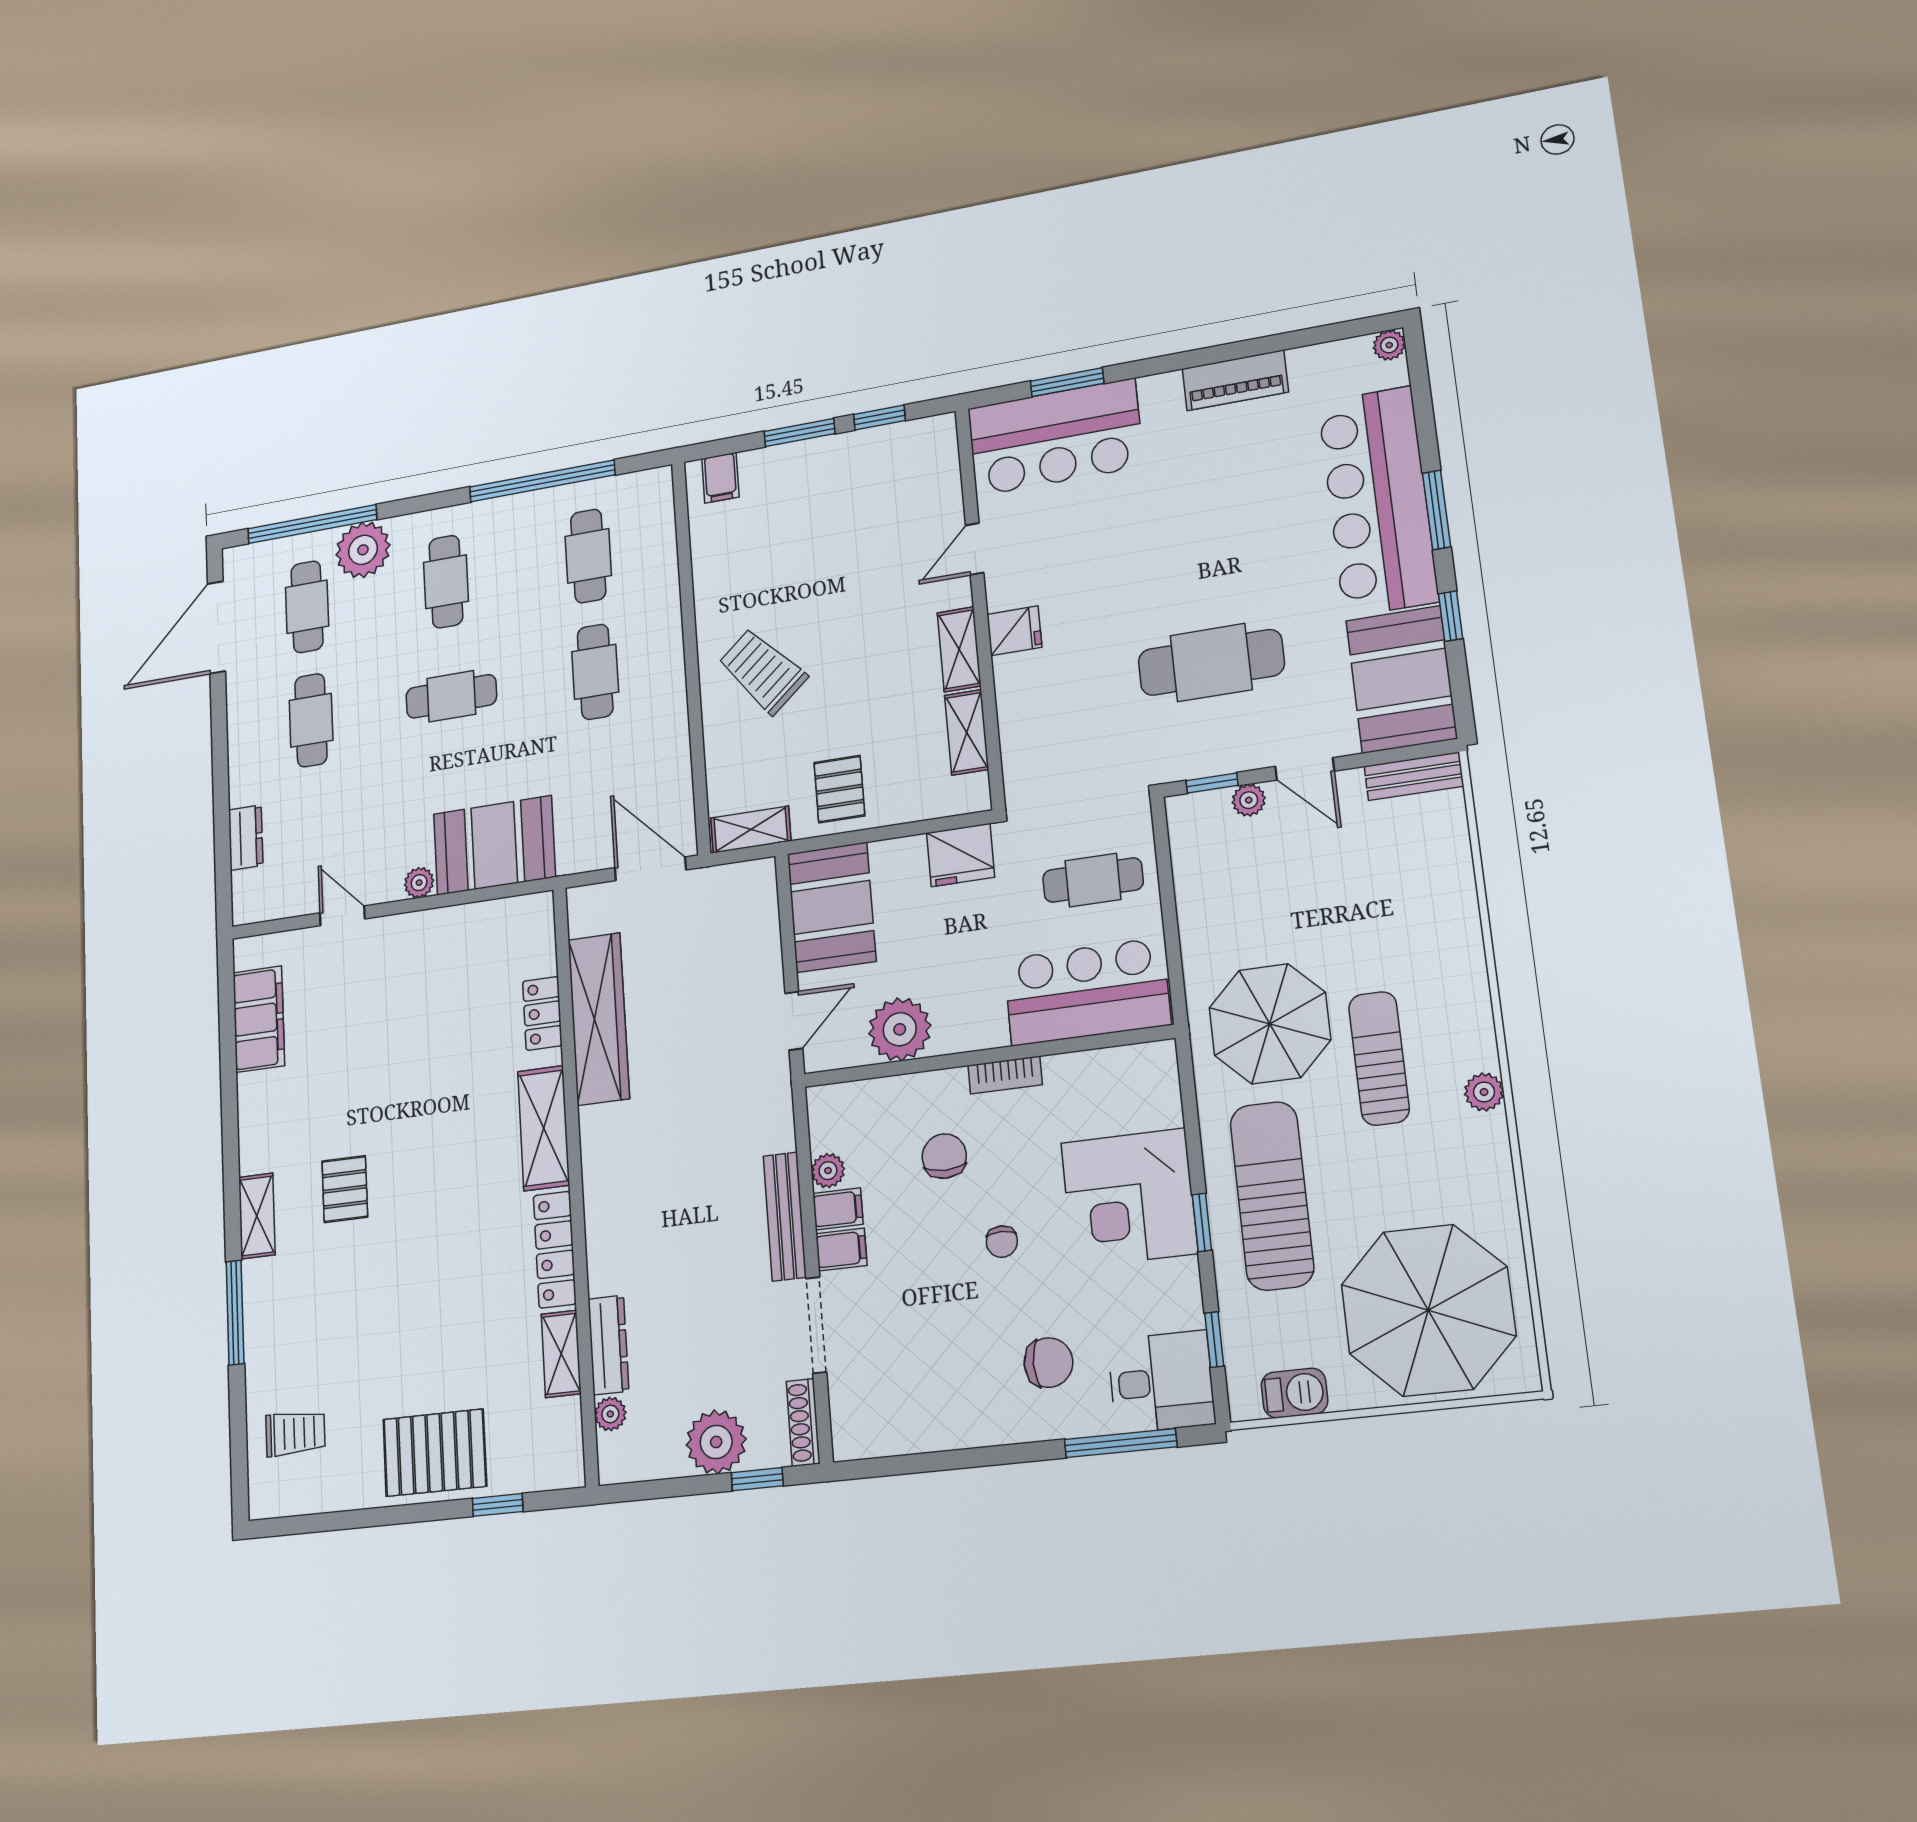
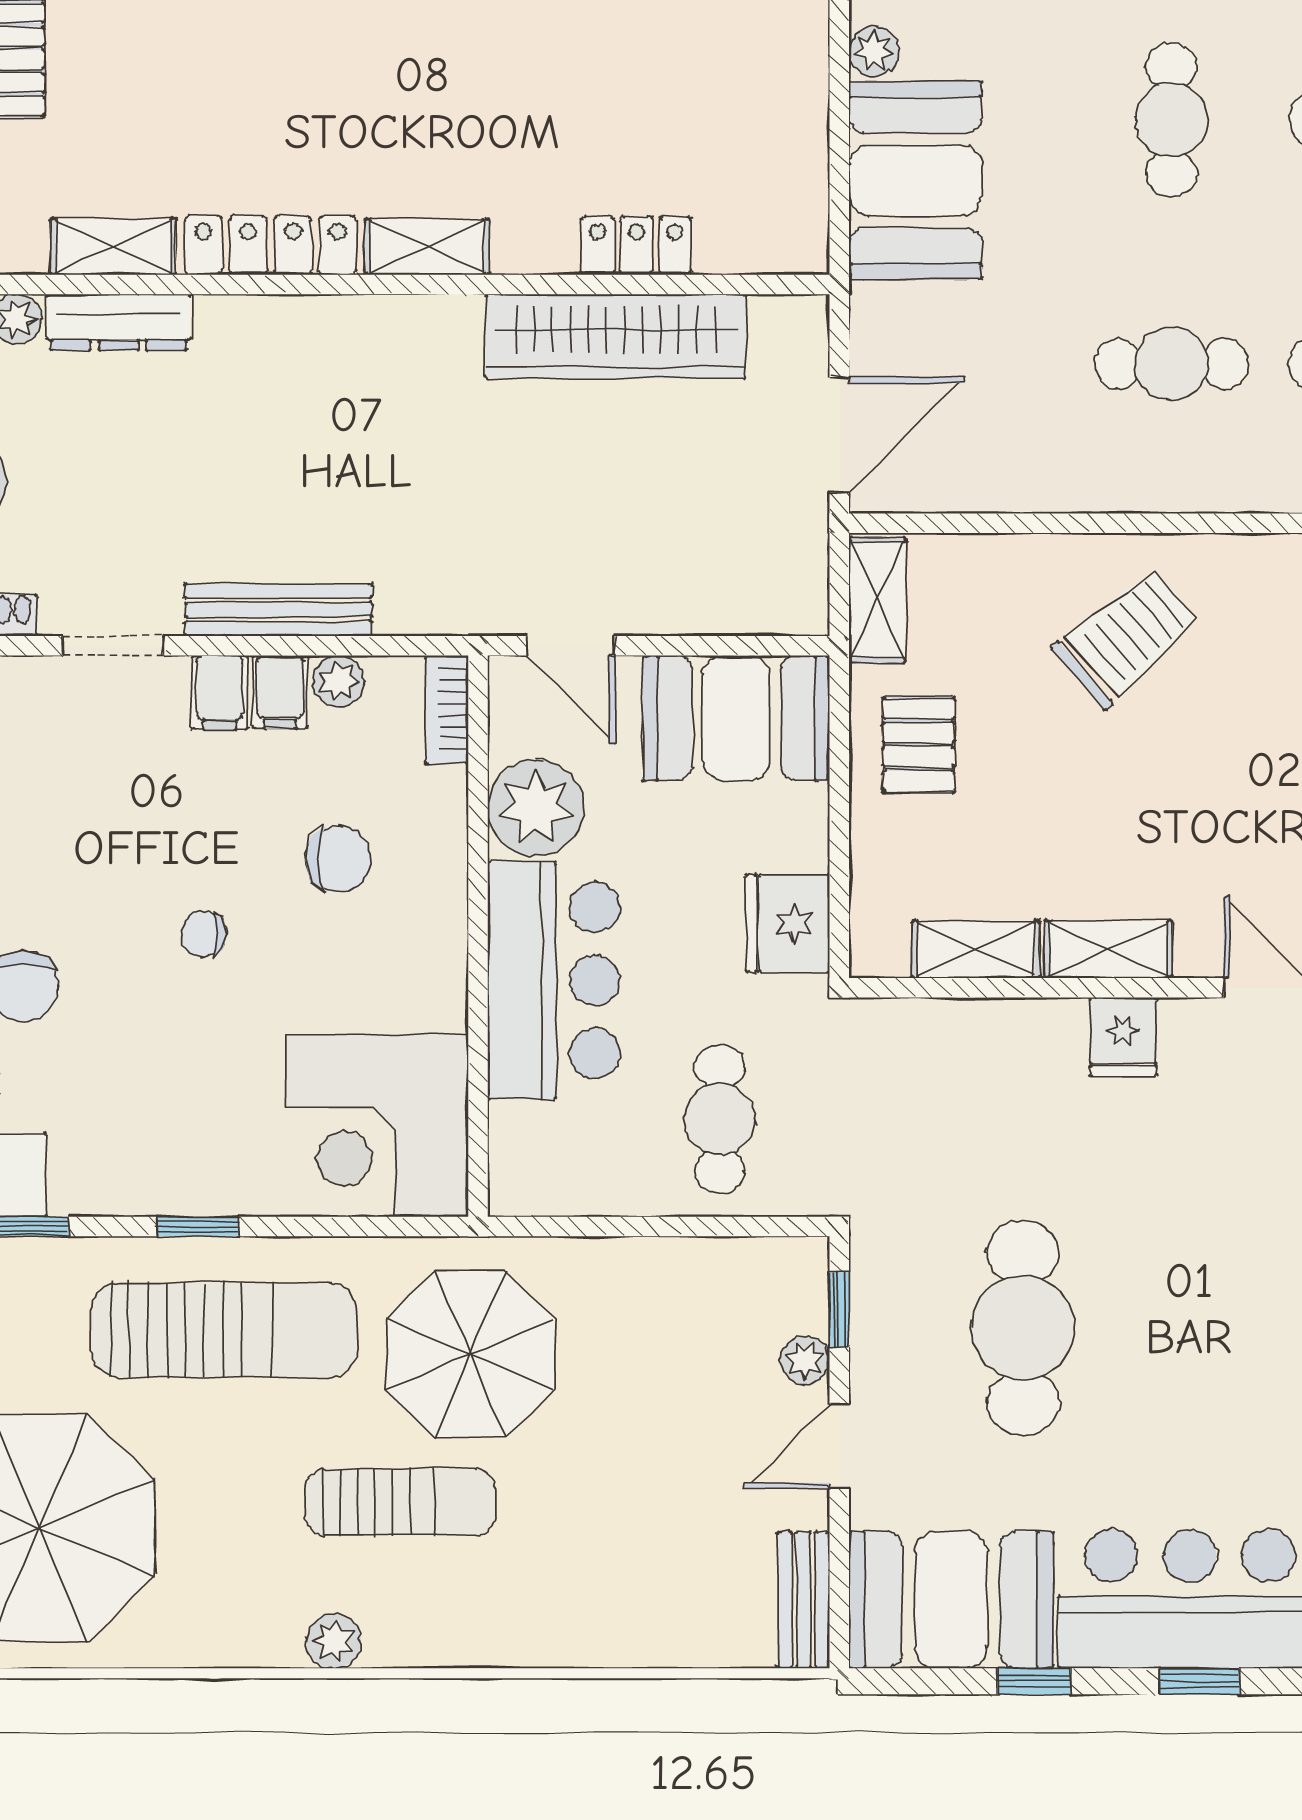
window: (1437, 510) -> (1200, 1681), width x0.67
pallet: (839, 789) -> (919, 745), turned 90
bar counter: (1087, 992) -> (554, 980), moved
bookcase: (1005, 1075) -> (447, 710), moved
shelving: (544, 1128) -> (427, 247), width x0.67, depth x0.75
corner desk: (1129, 1198) -> (377, 1126), moved, turned -90
doorway: (816, 1325) -> (114, 646), width x0.73

